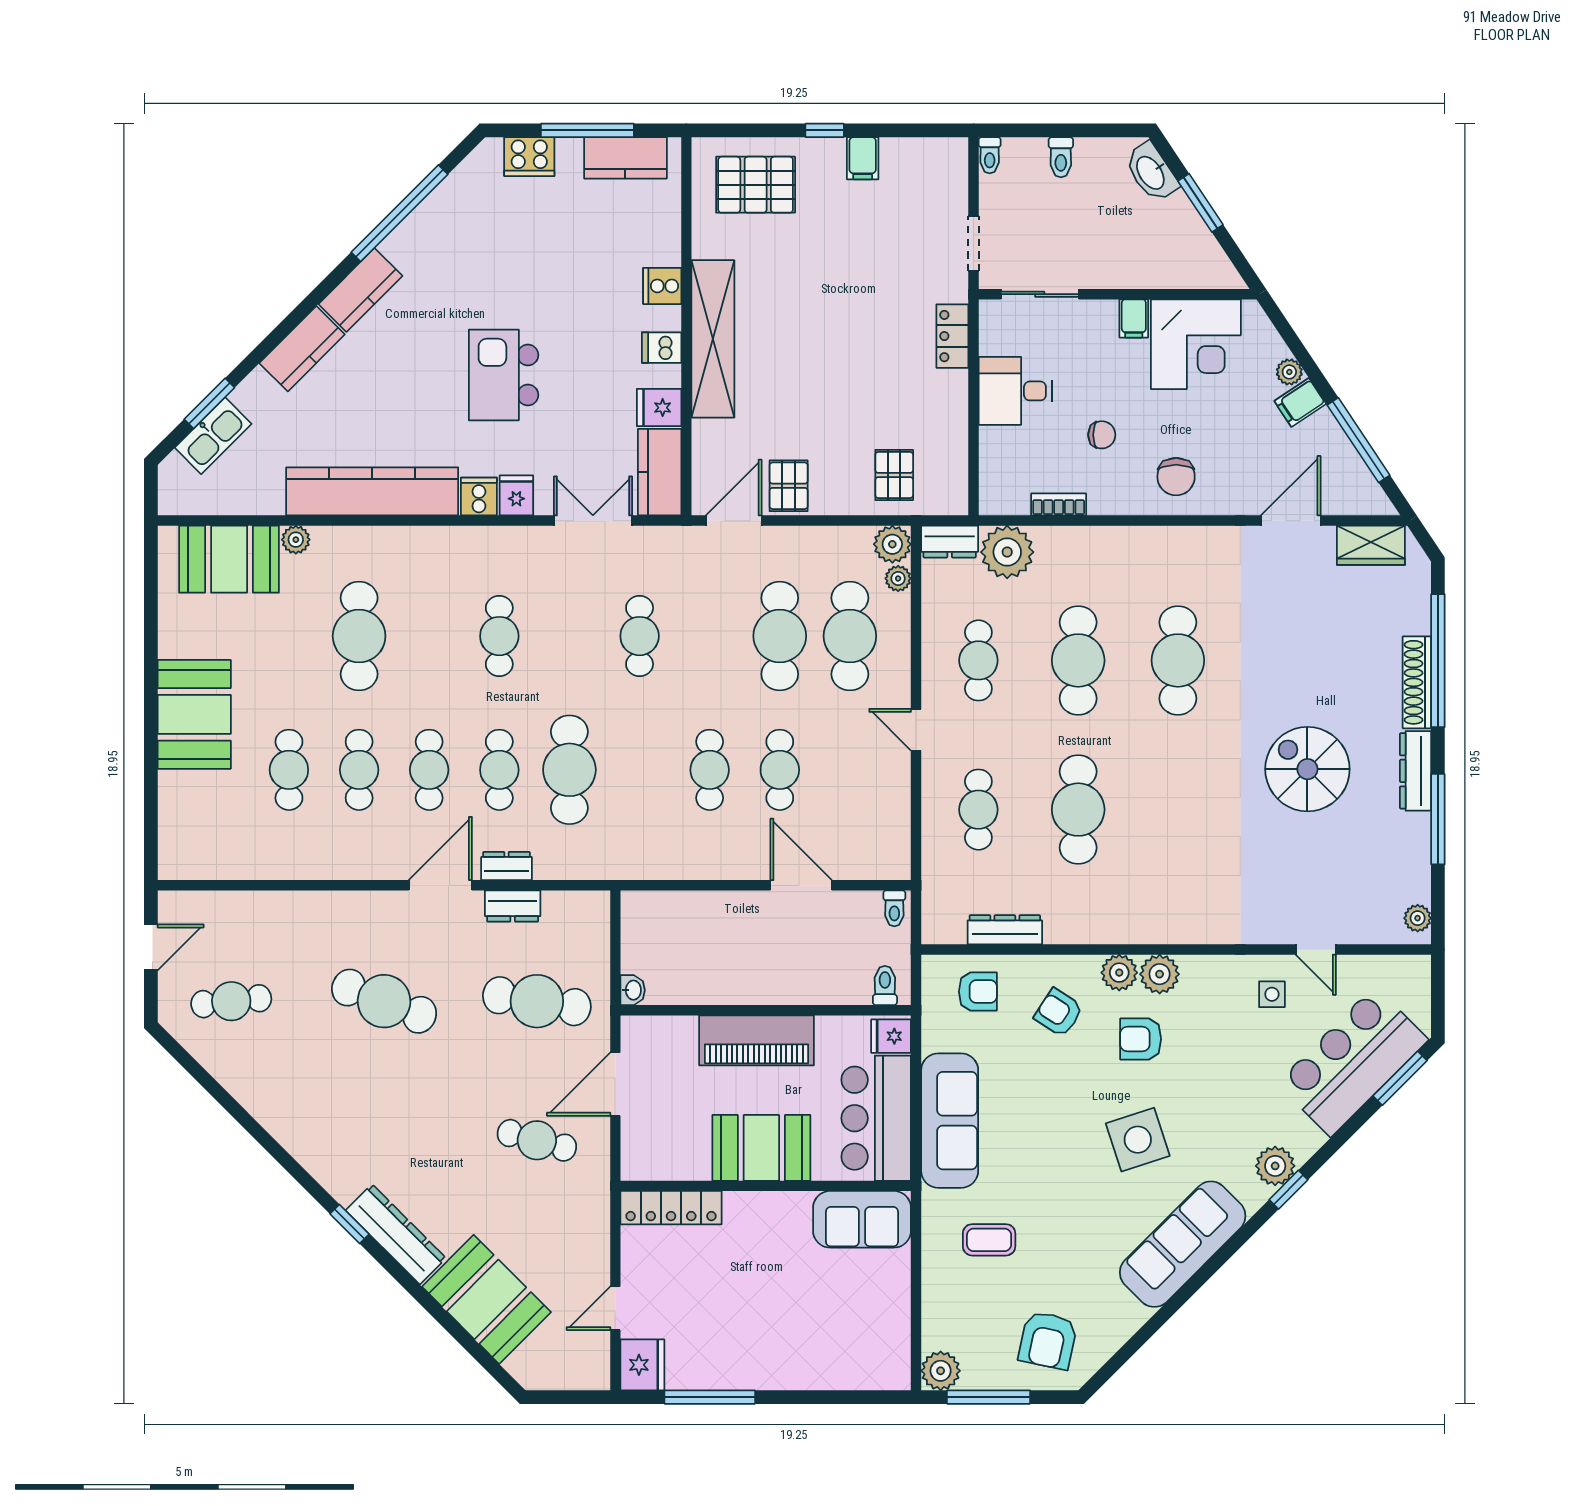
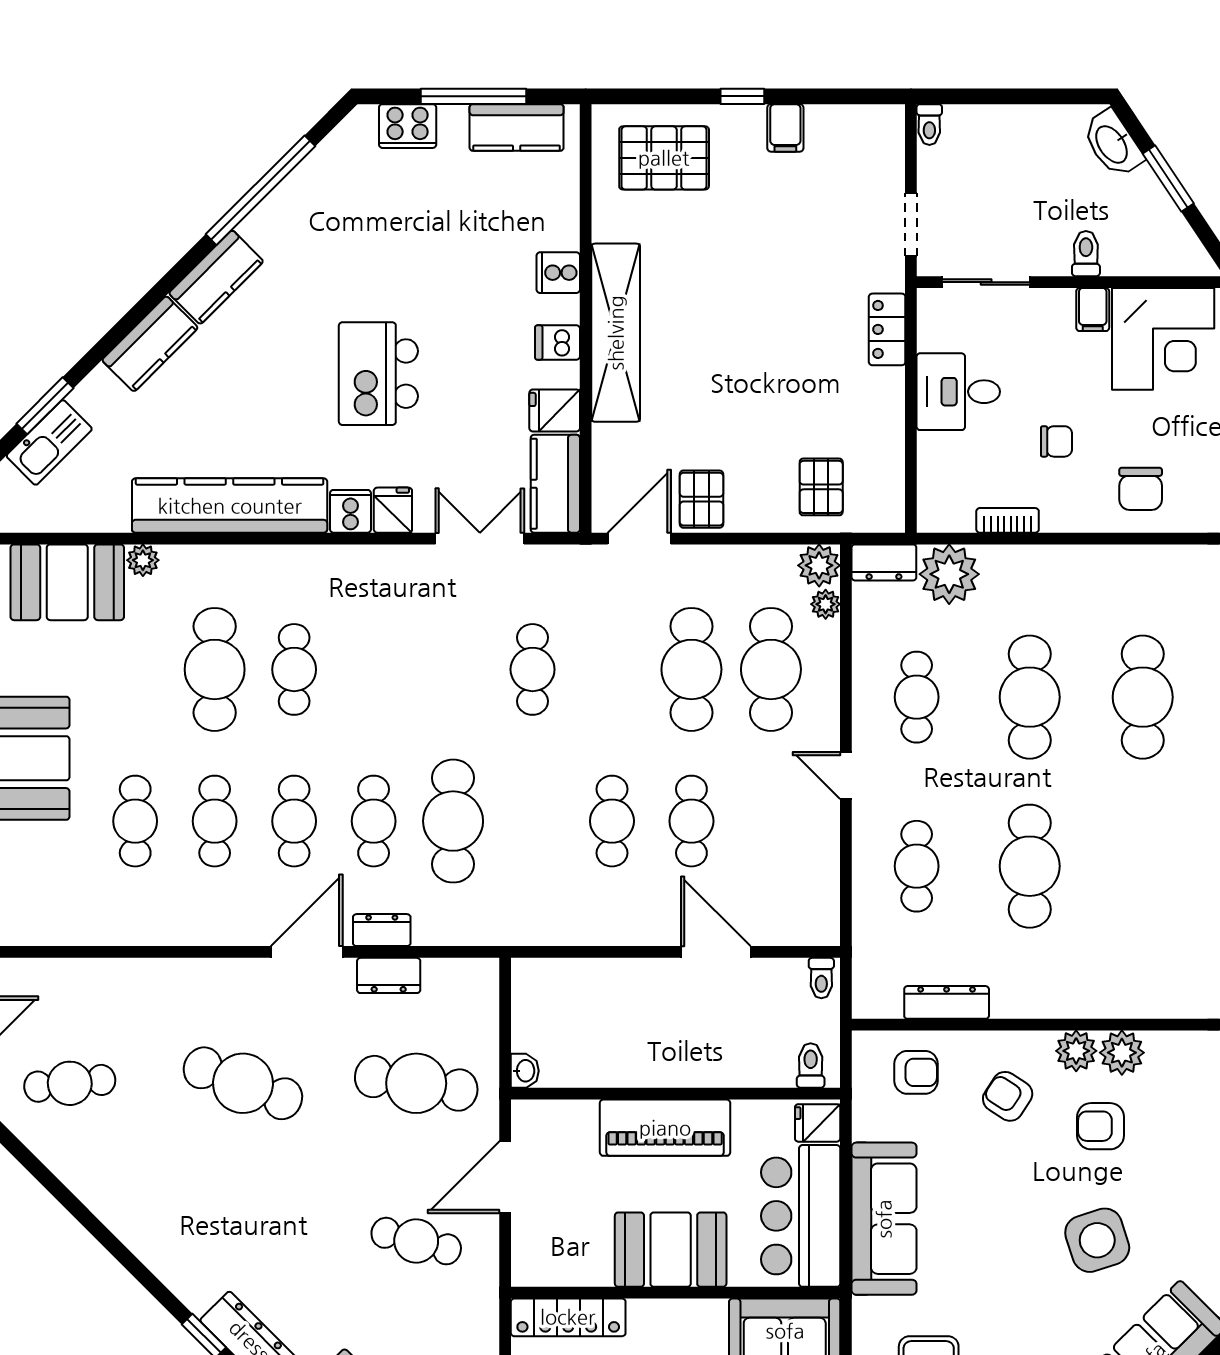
toilet: (1061, 157) -> (1086, 254), moved, turned 180
cafe table: (499, 636) -> (294, 669), moved

